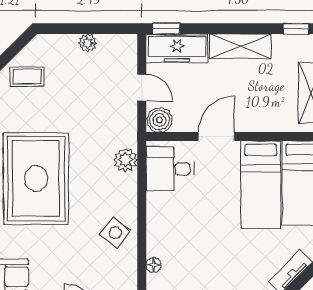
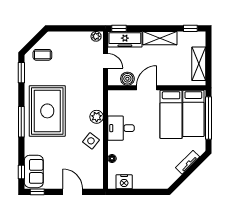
plant: (87, 43) -> (96, 36), moved
boiler: (159, 120) -> (127, 79), moved
plant: (125, 160) -> (97, 117), moved
desk: (170, 169) -> (121, 128), moved

